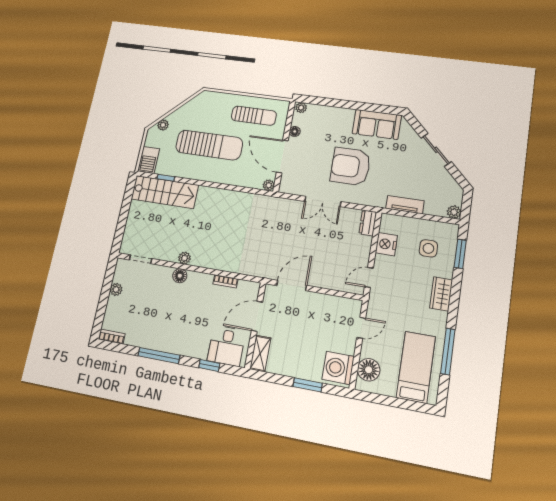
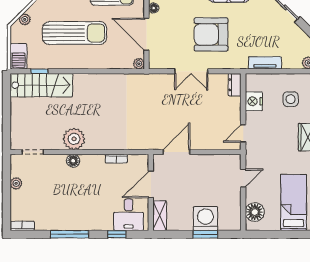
plant: (184, 258) -> (74, 139), width x1.88, depth x1.88
washing machine: (338, 368) -> (205, 219), moved, turned 90

